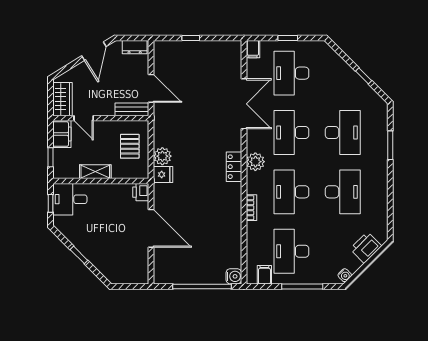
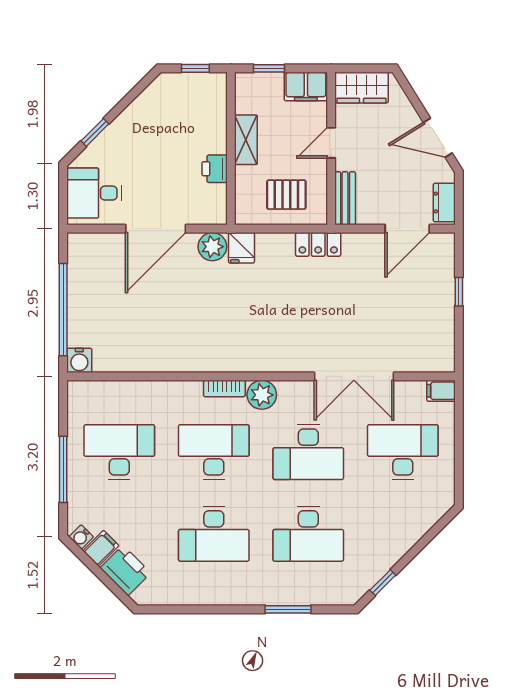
window: (288, 38) -> (459, 446), removed
window: (364, 76) -> (383, 583), moved
door: (151, 88) -> (407, 229), moved
door: (84, 118) -> (331, 143), moved
desk: (291, 132) -> (308, 452), turned 180
plant: (162, 156) -> (212, 247), moved
locker: (234, 167) -> (318, 244), moved, turned 180
printer: (141, 192) -> (215, 169), moved, turned -90
desk: (70, 199) -> (94, 193), moved, turned -90
bookcase: (251, 208) -> (224, 389), moved
window: (79, 255) -> (95, 132), moved
filing cabinet: (264, 275) -> (101, 548), moved, turned -45

